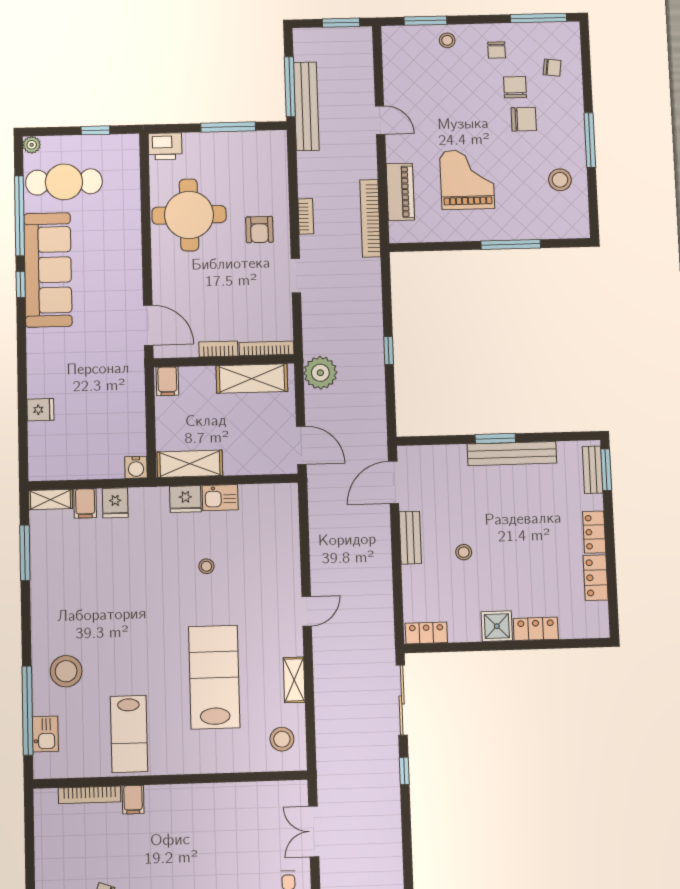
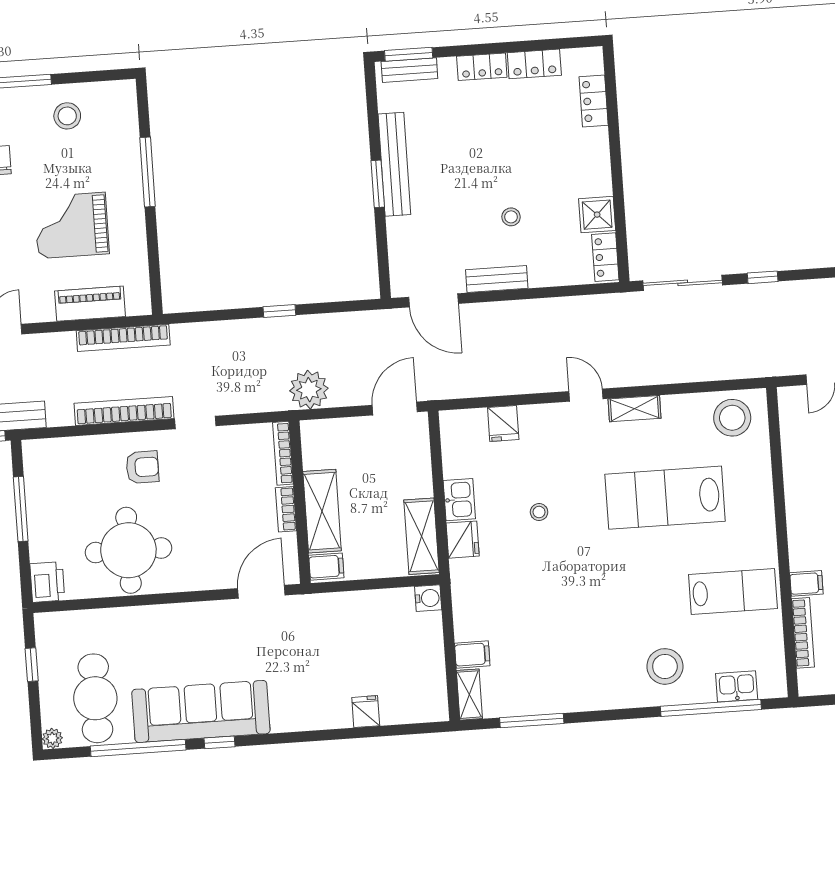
bookcase: (306, 216) -> (124, 411), width x2.31, depth x1.31
shelving: (252, 379) -> (322, 511), moved
fridge: (115, 503) -> (503, 423), moved, turned 90
shower: (497, 626) -> (597, 215), moved
locker: (536, 629) -> (594, 101), moved
shelving: (294, 680) -> (634, 409), moved
stool: (282, 739) -> (732, 418), width x1.38, depth x1.38

